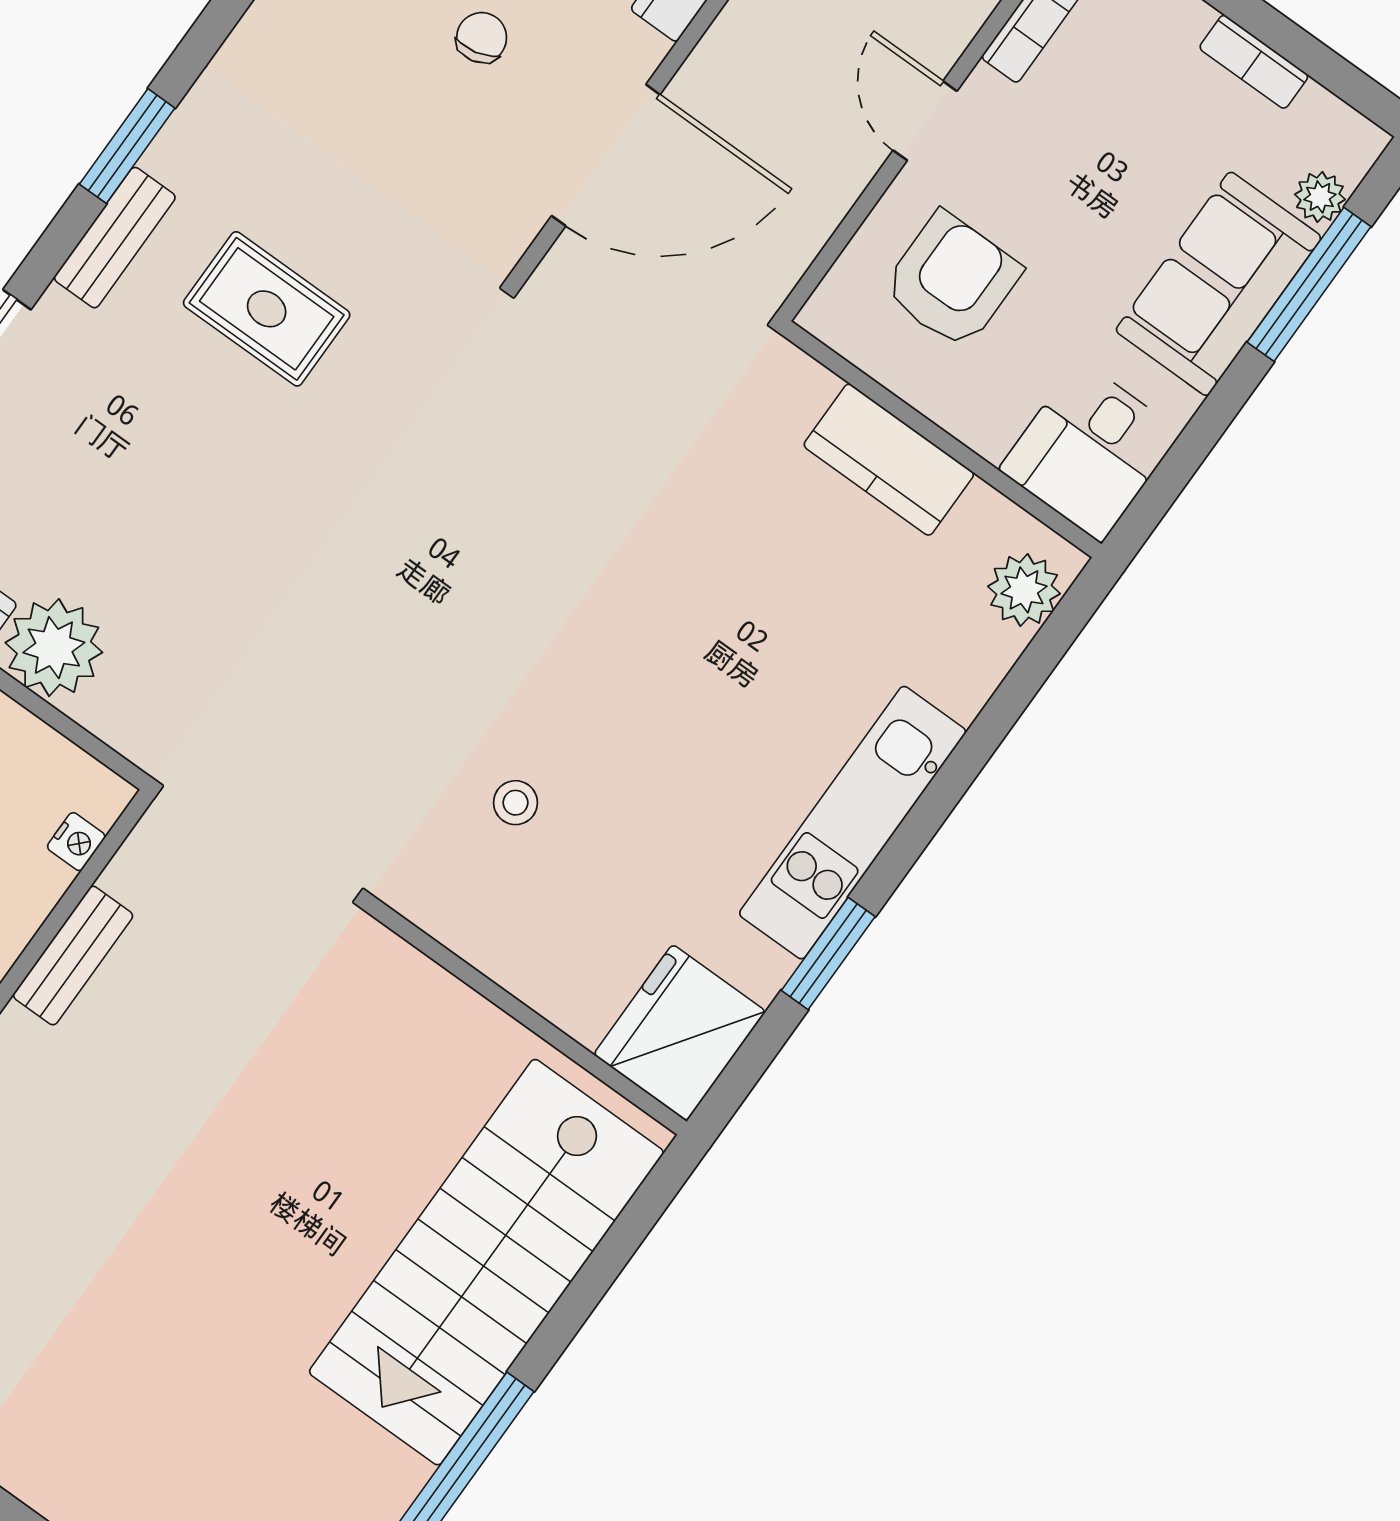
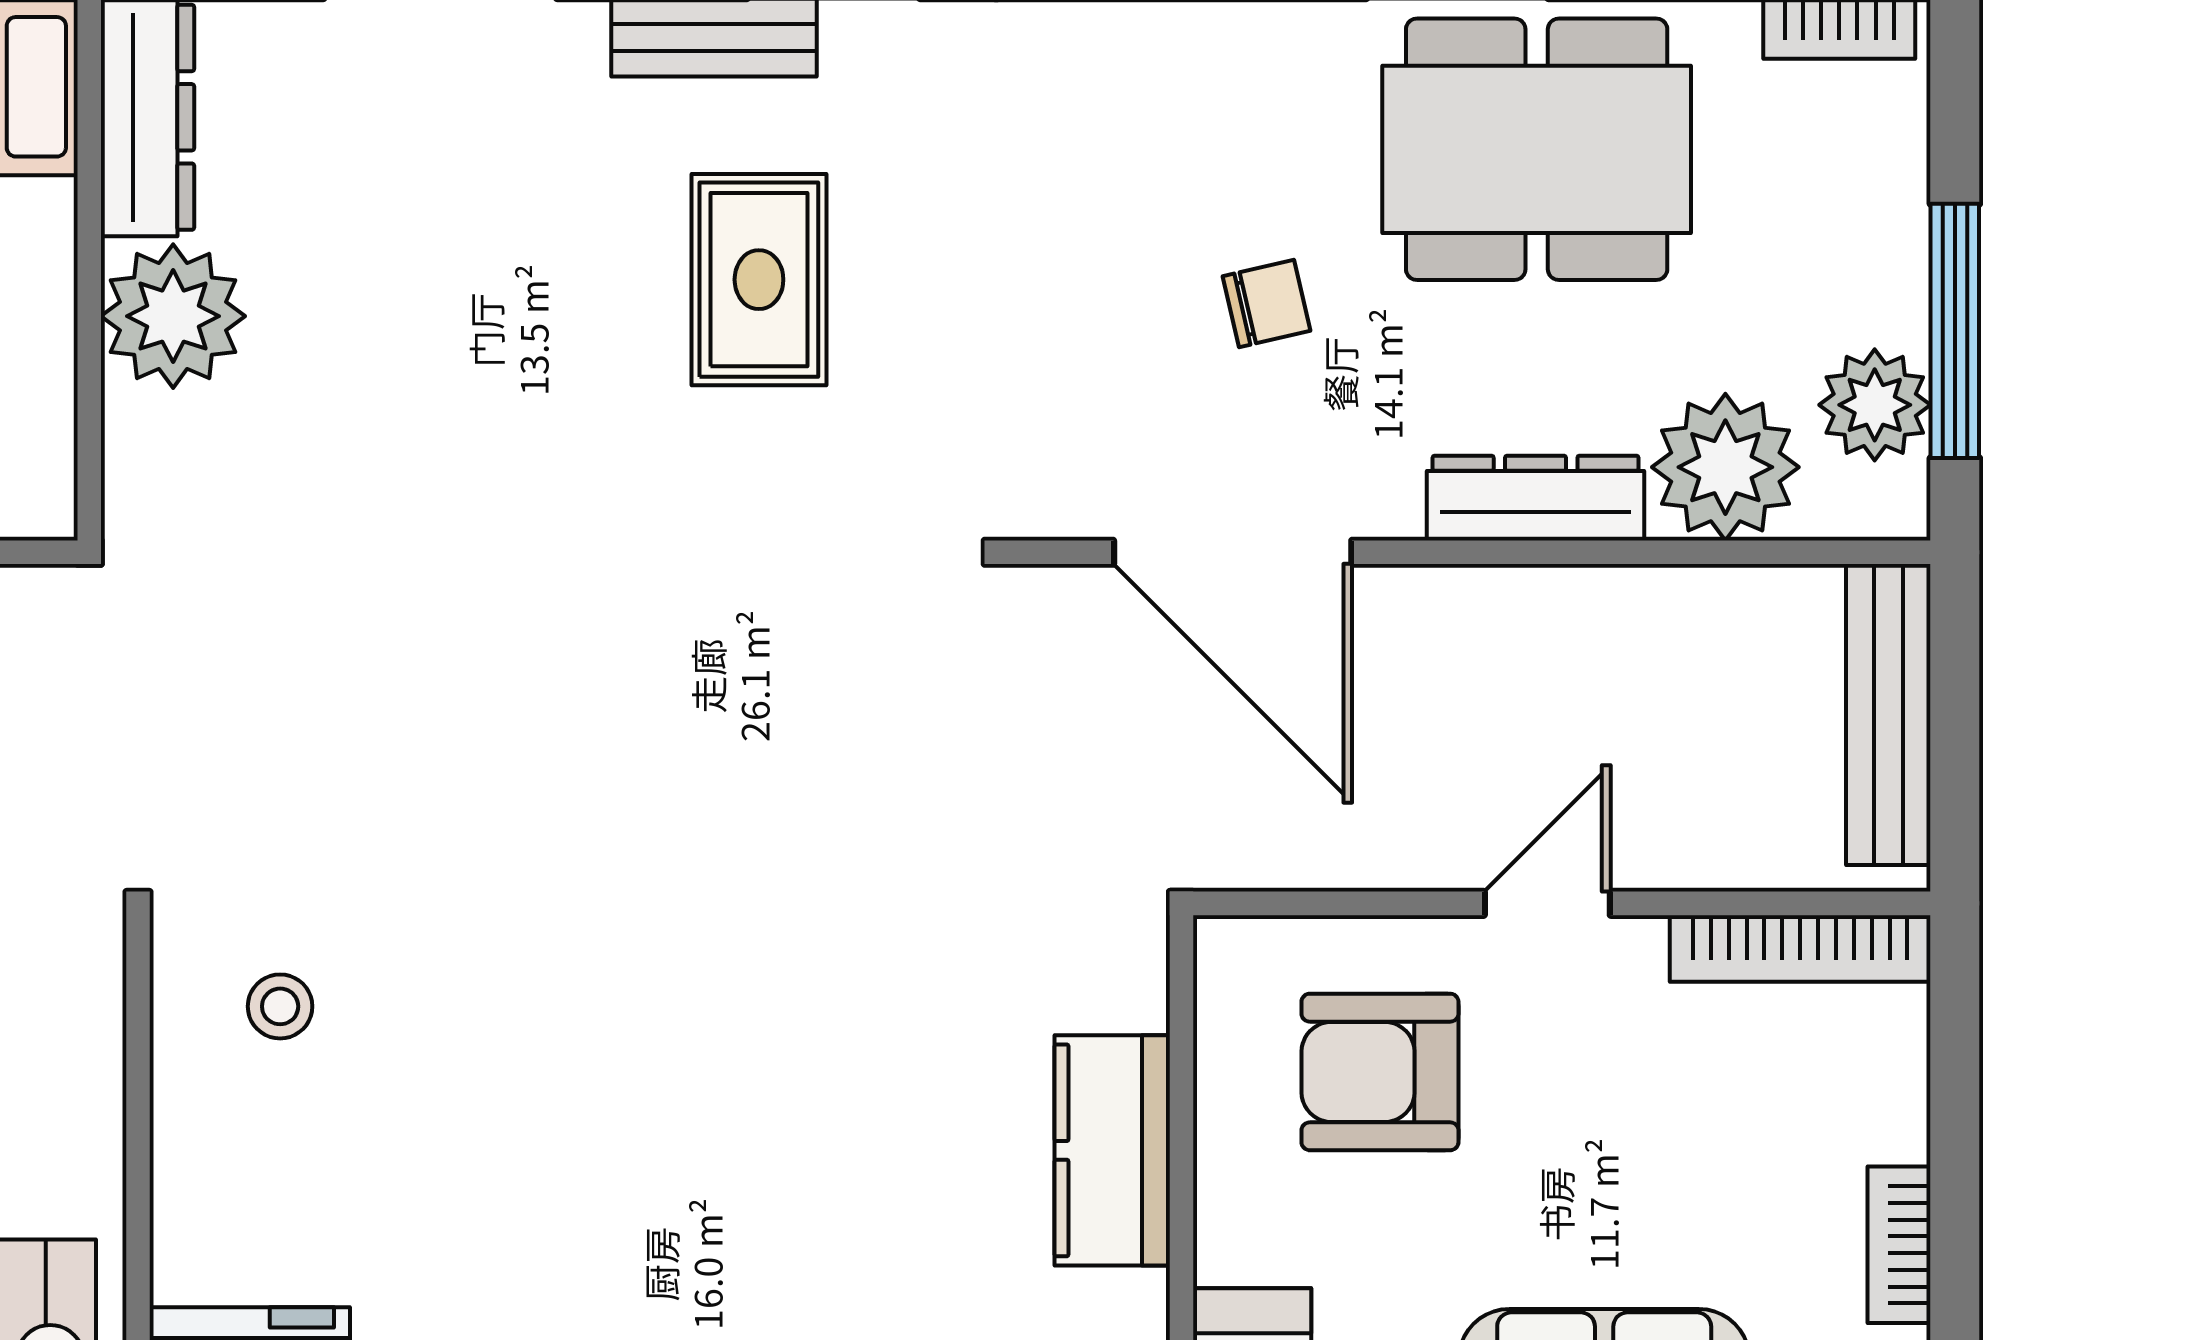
armchair: (952, 280) -> (1380, 1072), turned 180
stool: (516, 803) -> (280, 1006), moved

